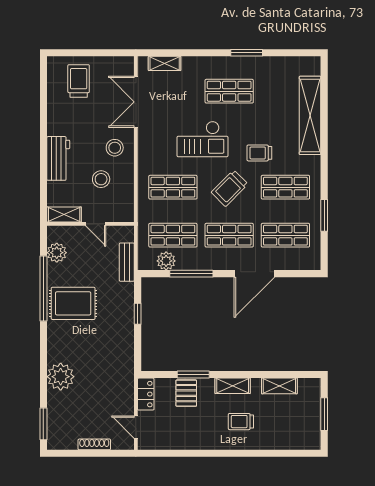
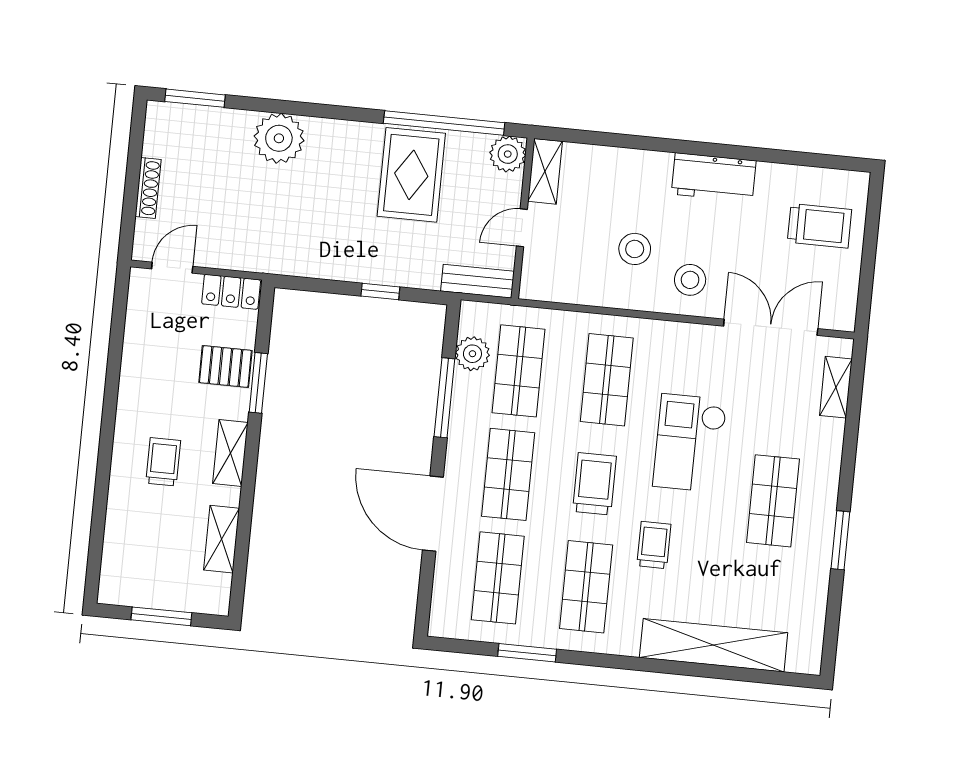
workbench: (58, 158) -> (714, 177), moved
trolley: (230, 188) -> (594, 484), turned 45
shelving: (64, 215) -> (545, 171), moved
wall: (91, 224) -> (523, 218), moved
door: (96, 224) -> (522, 228), moved

